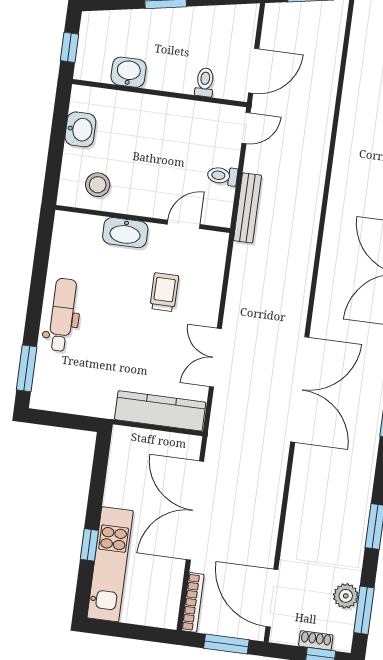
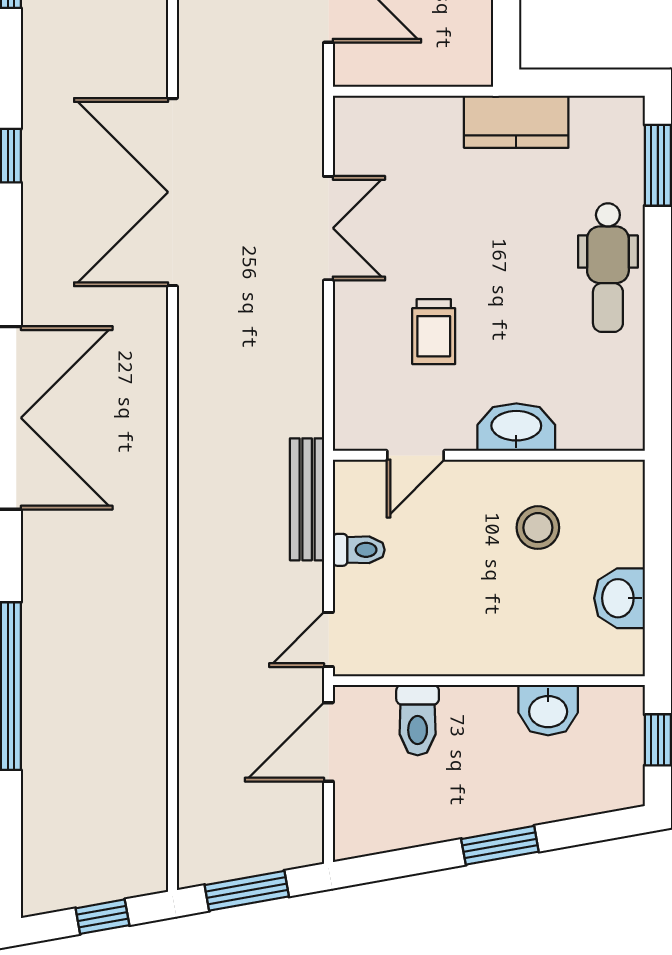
toilet: (205, 82) -> (418, 720), width x1.37, depth x1.39
stool: (98, 185) -> (538, 528), moved
kitchen counter: (160, 411) -> (516, 122), moved, width x0.67

